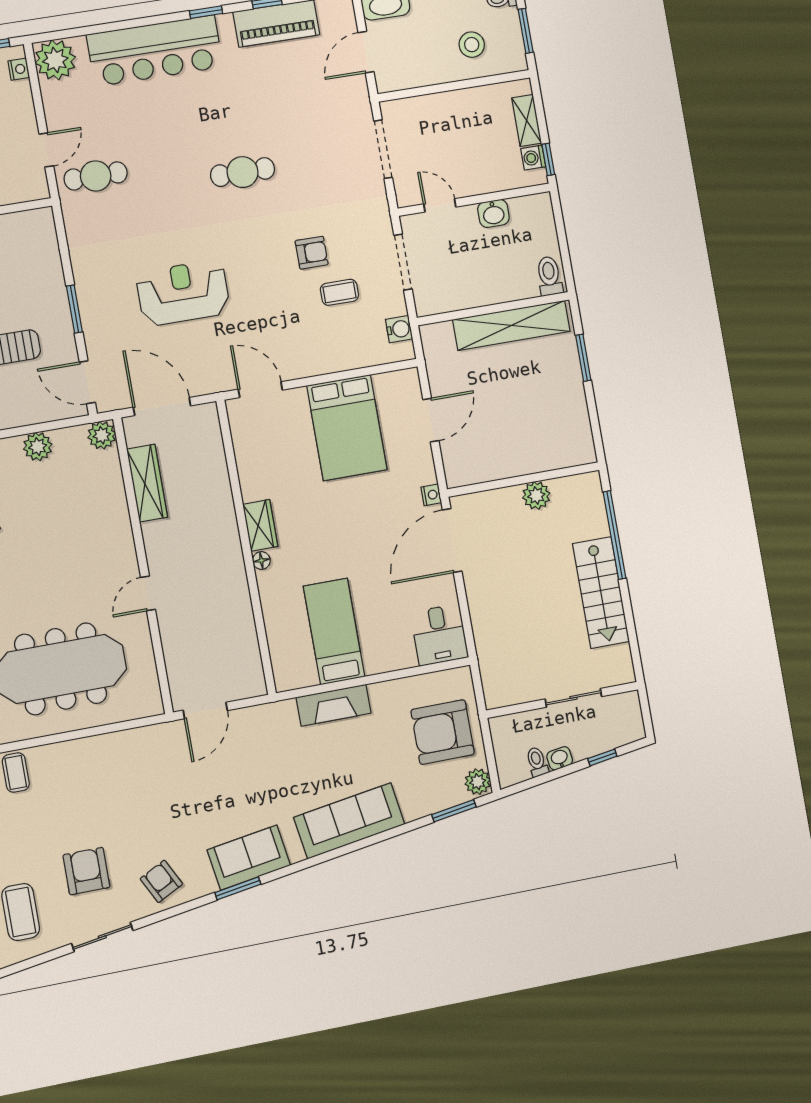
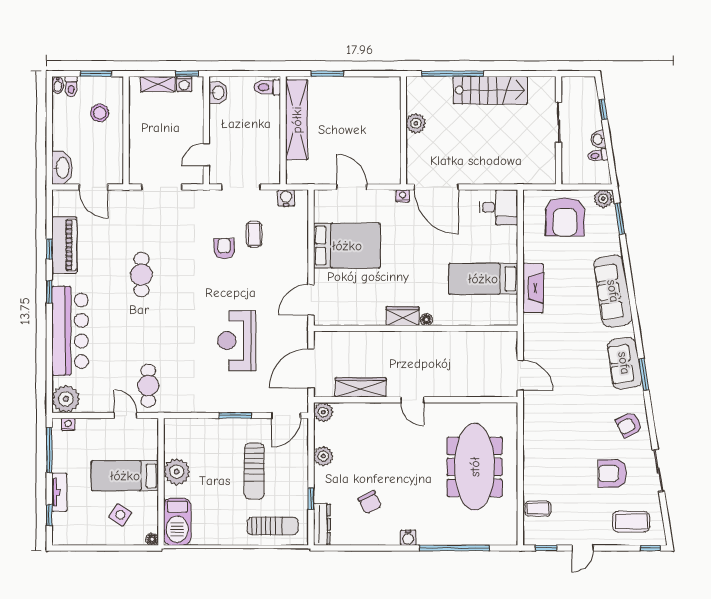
cafe table: (243, 172) -> (141, 275), moved
washbasin: (493, 213) -> (218, 93), moved
door: (148, 593) -> (412, 400), moved

